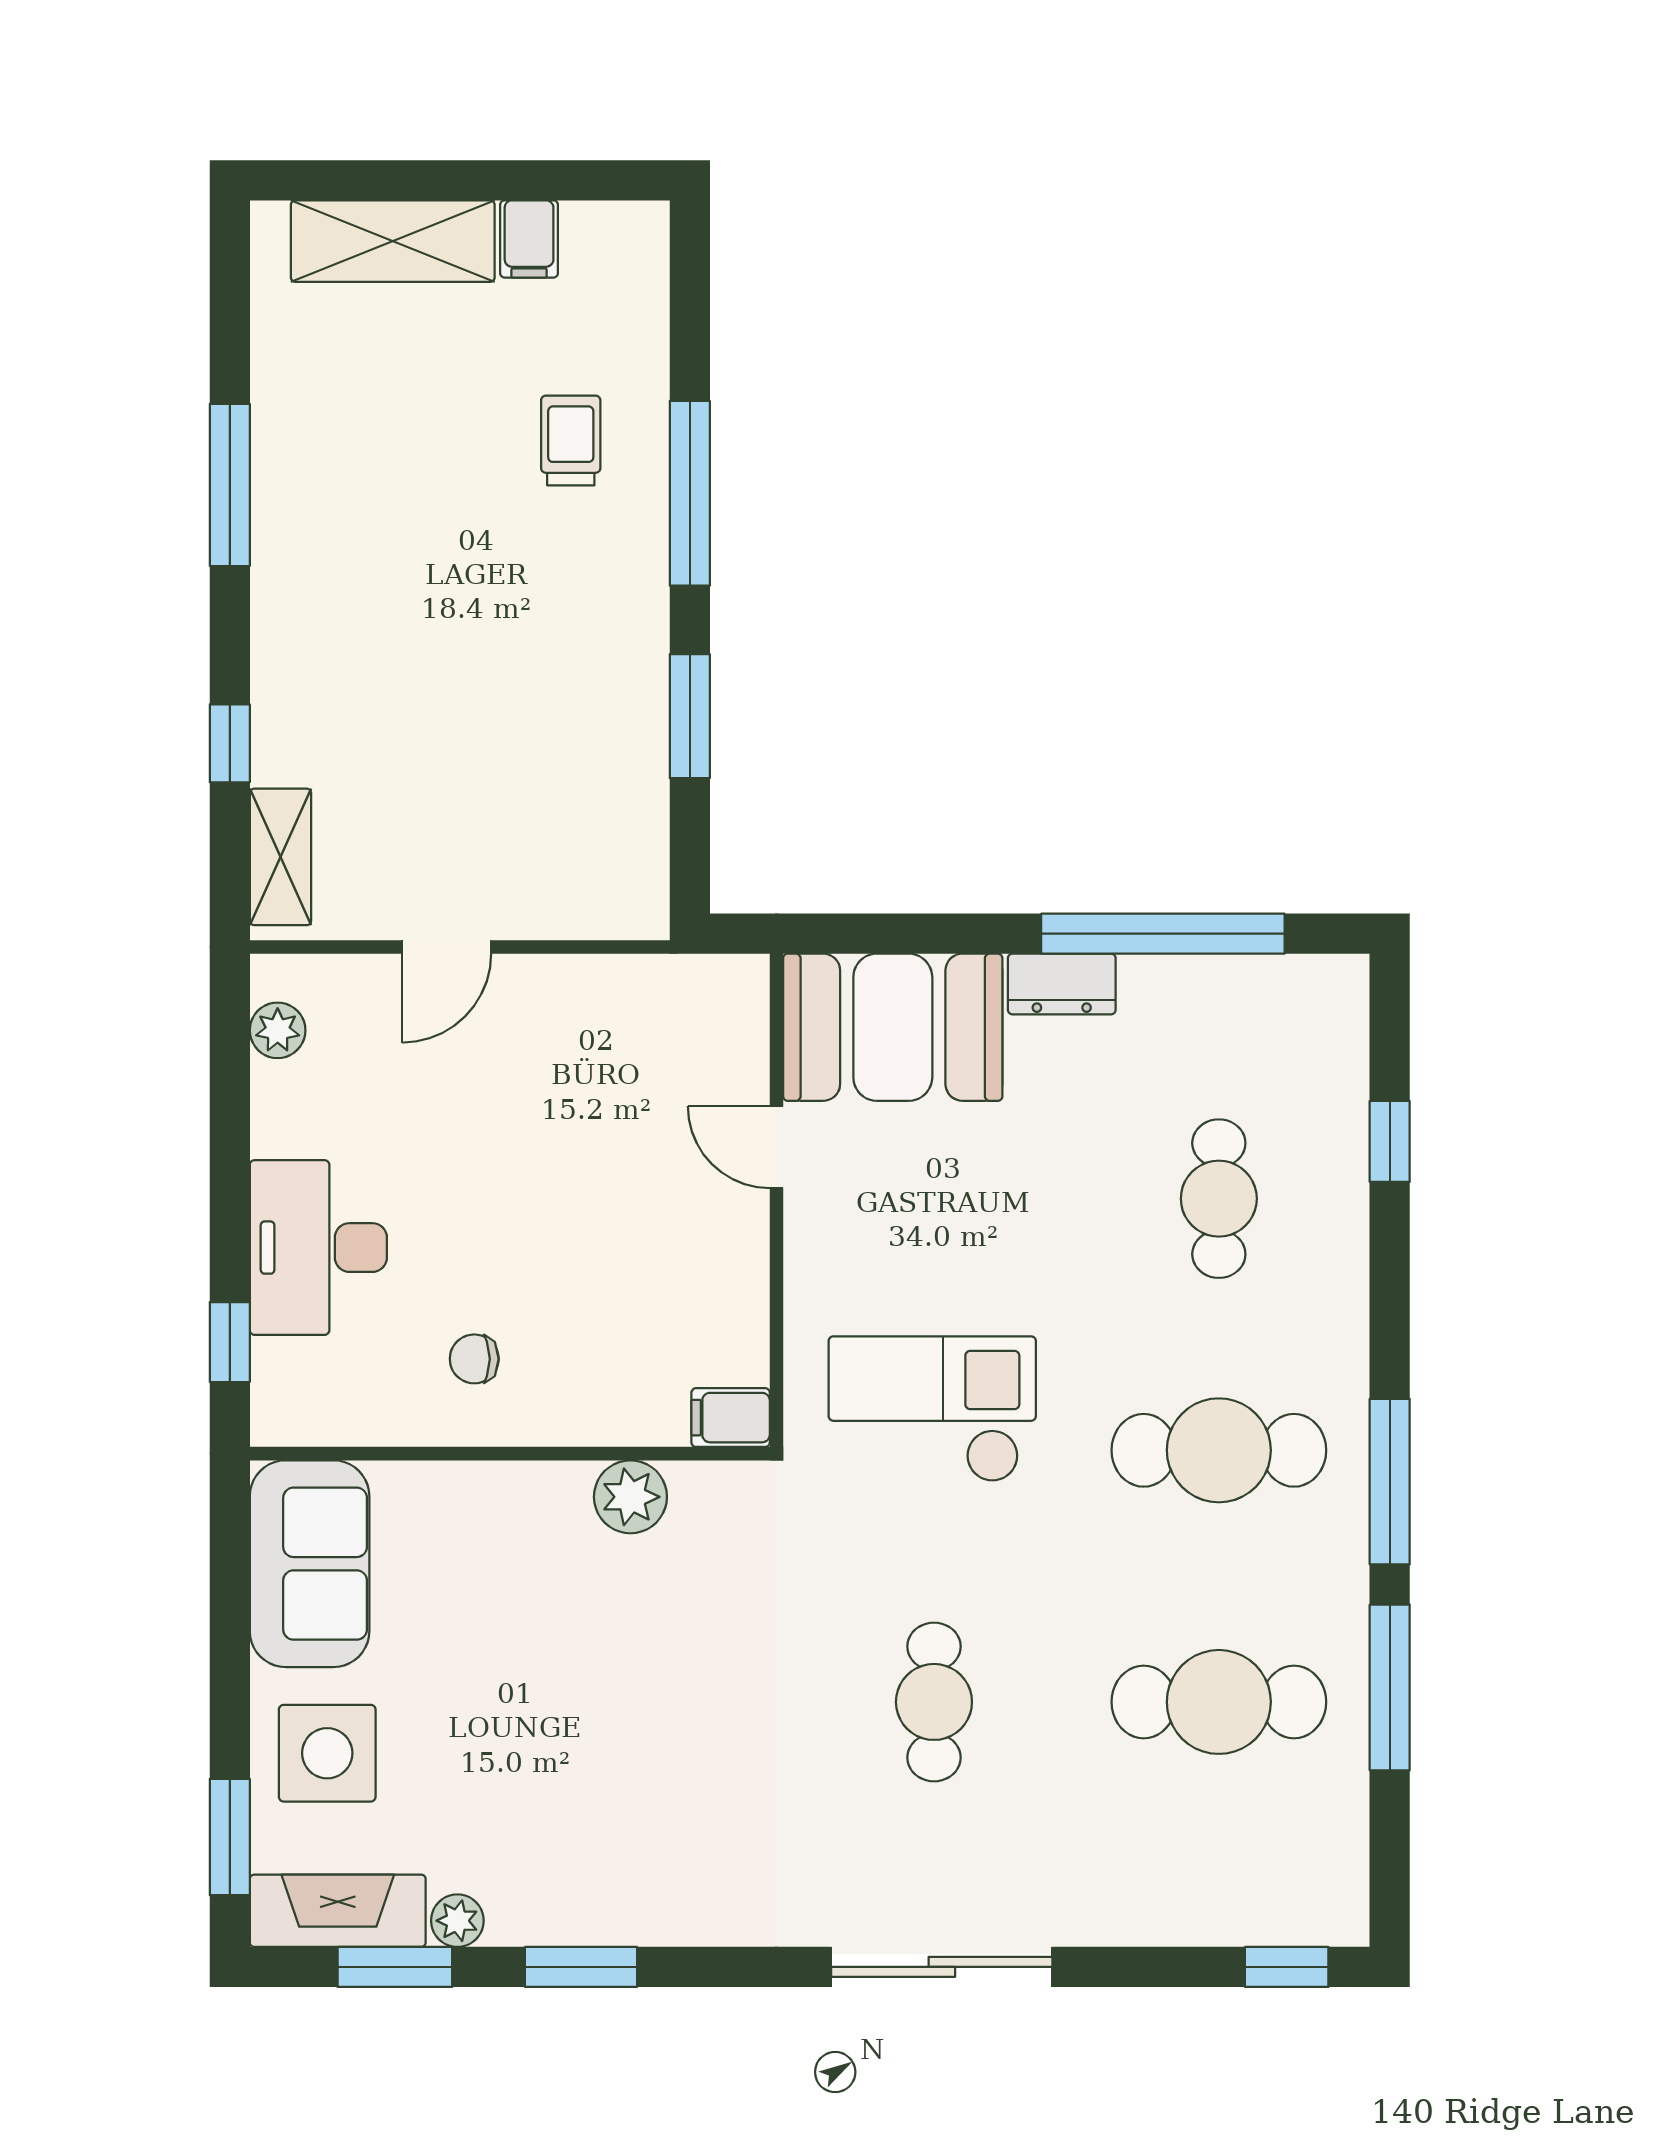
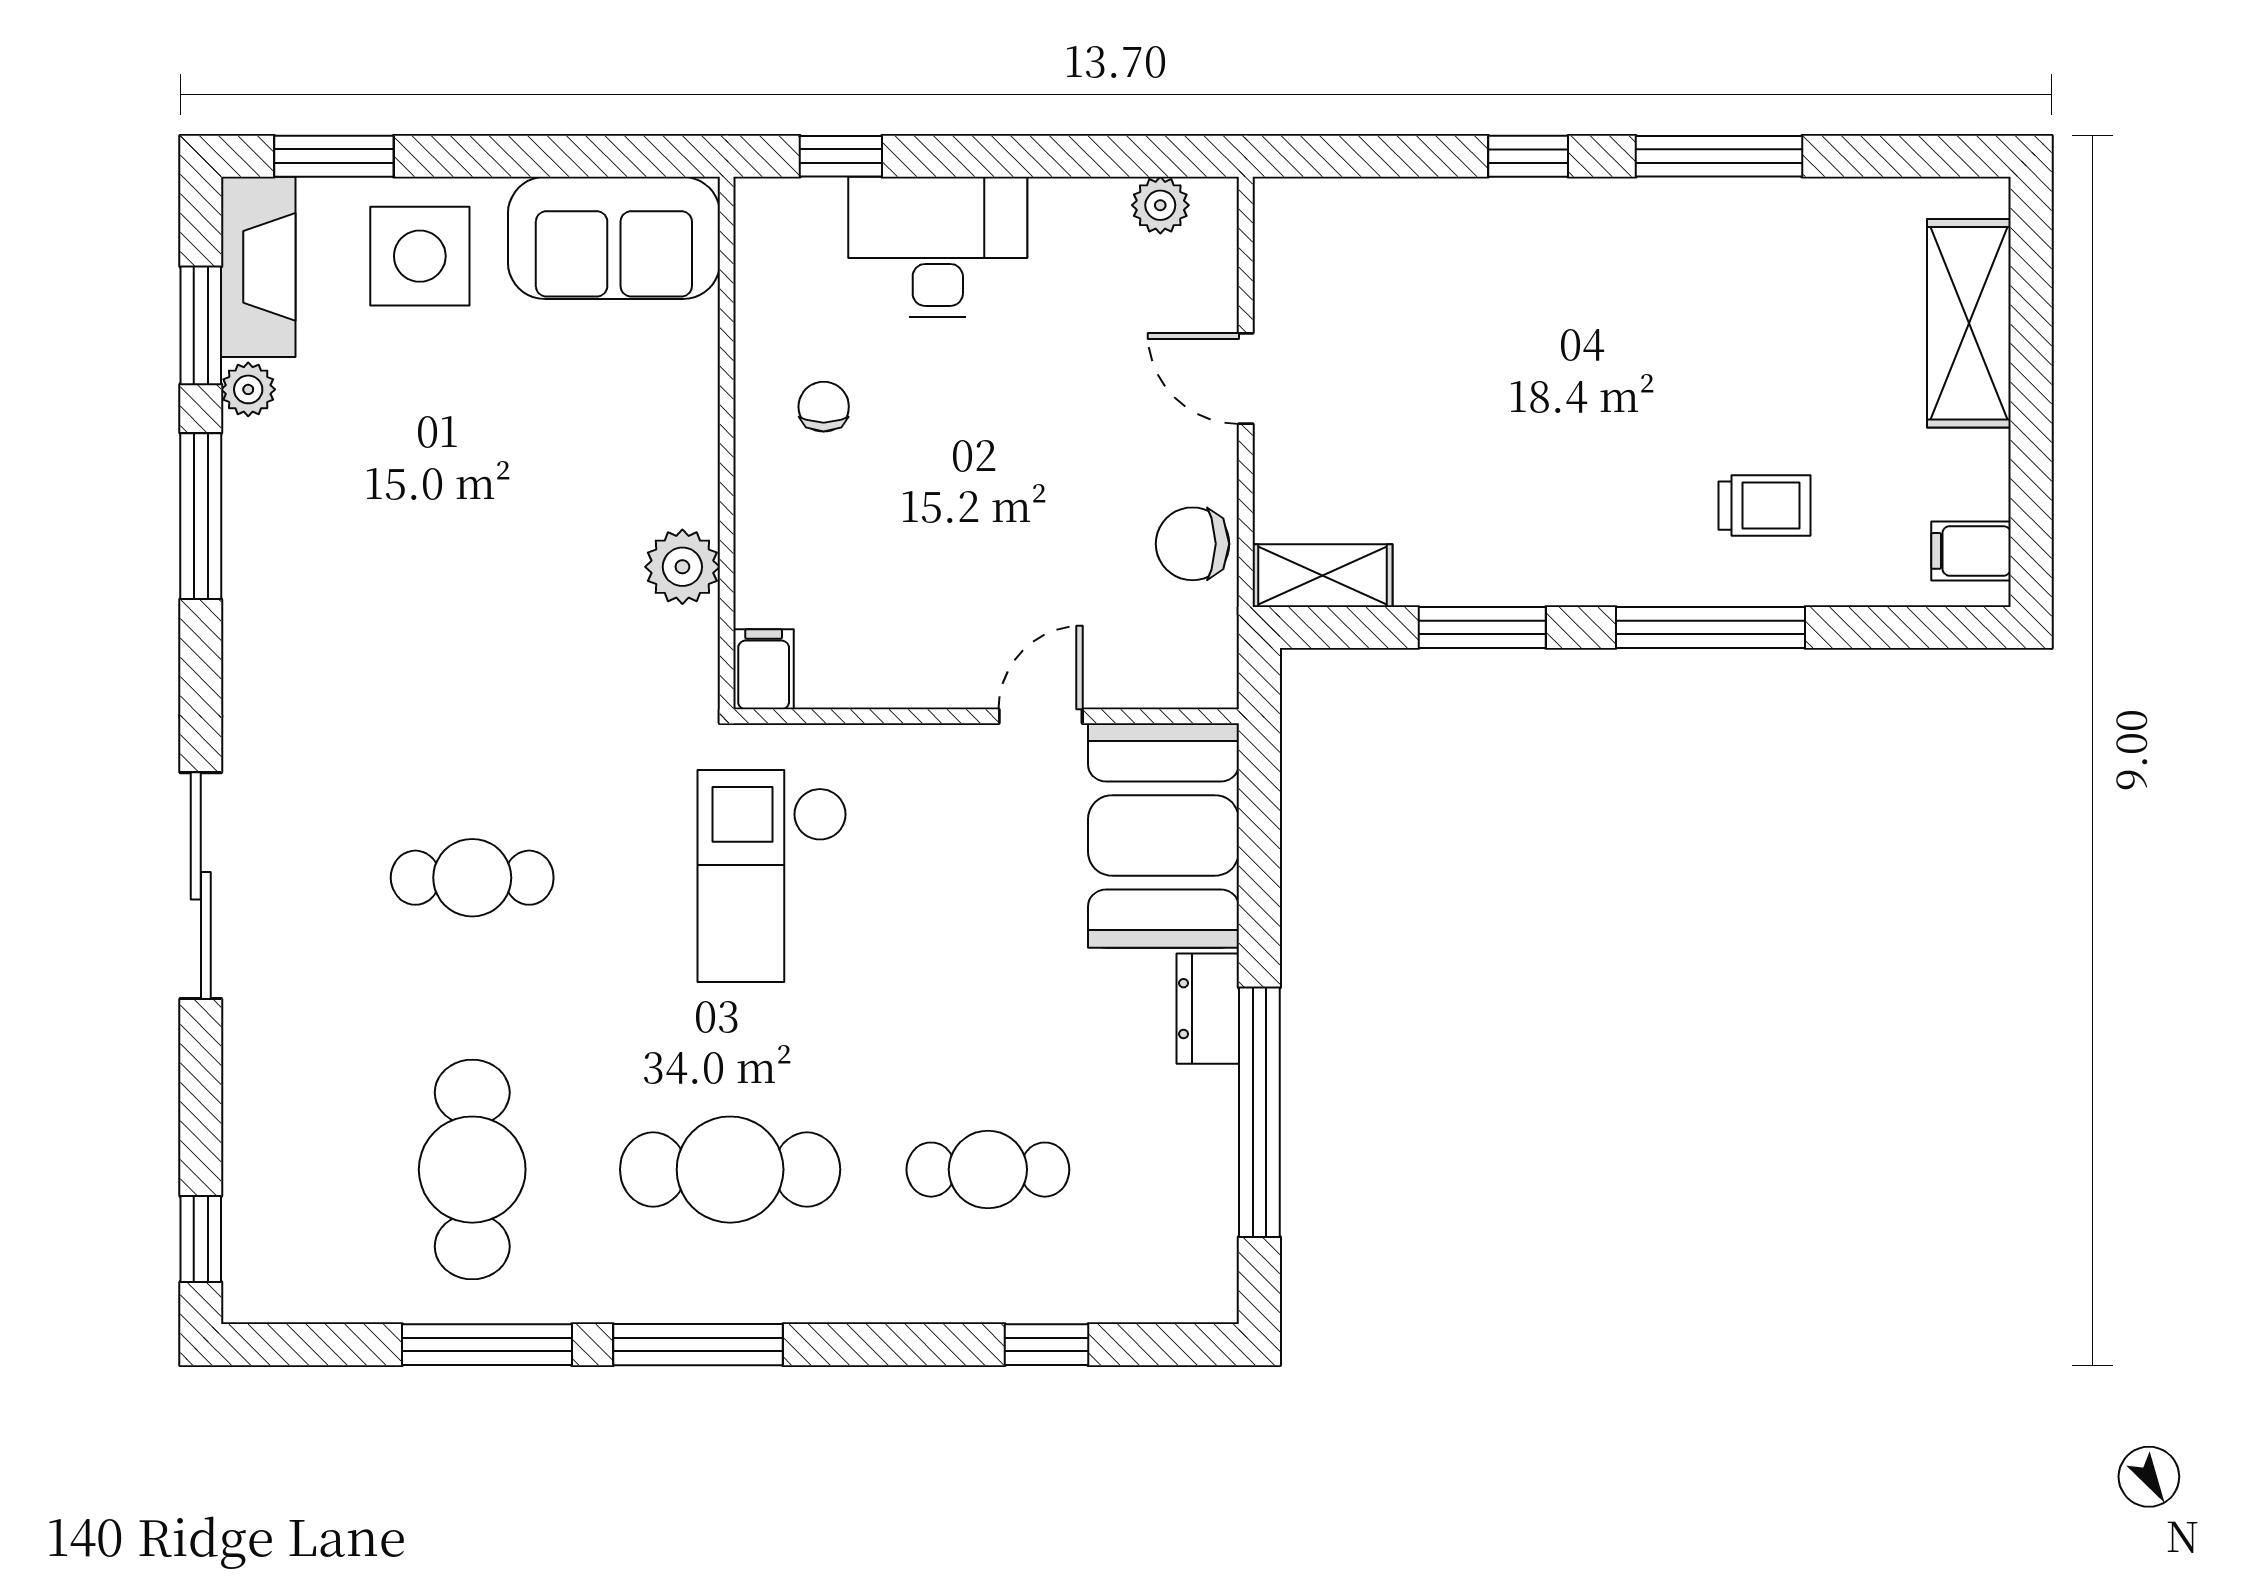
filing cabinet: (529, 239) -> (1971, 551), moved
window: (230, 743) -> (1528, 156), moved
shelving: (280, 857) -> (1322, 576), moved
chair: (608, 999) -> (1193, 544), added
checkout: (932, 1409) -> (772, 876), turned 180
cafe table: (1219, 1450) -> (730, 1170), turned 90
window: (581, 1967) -> (201, 516), width x1.44

